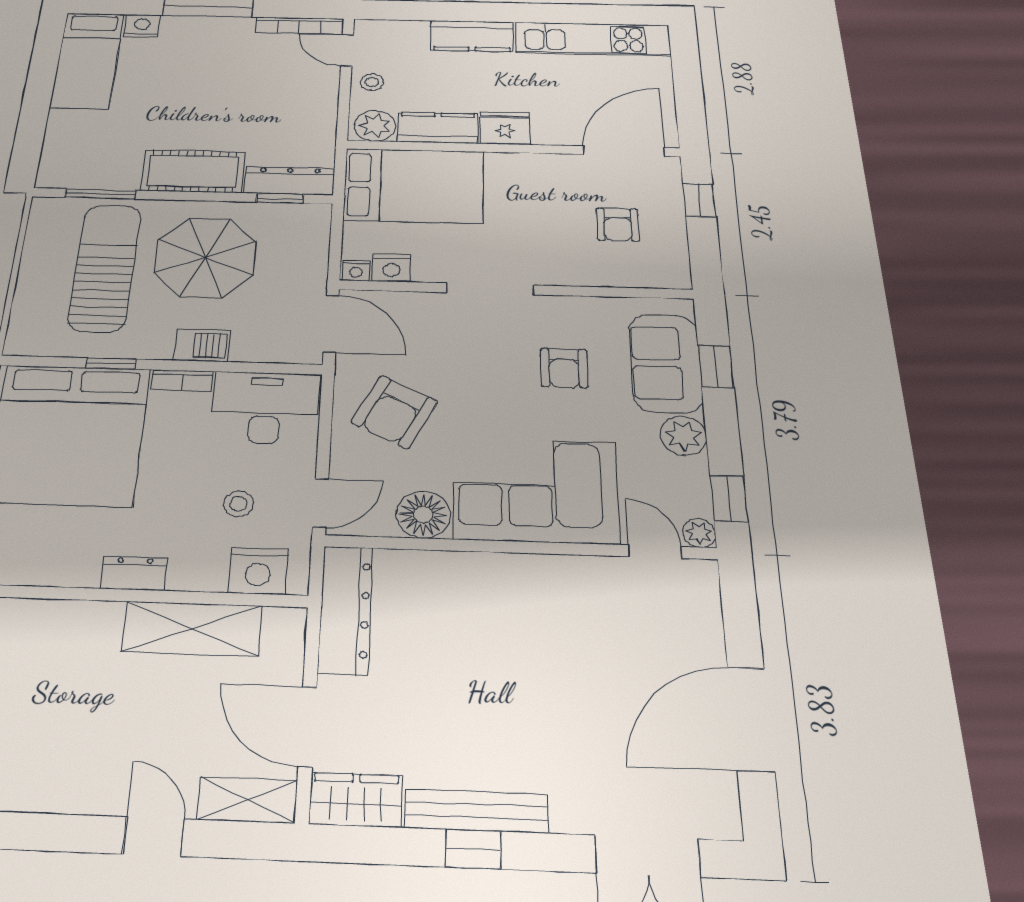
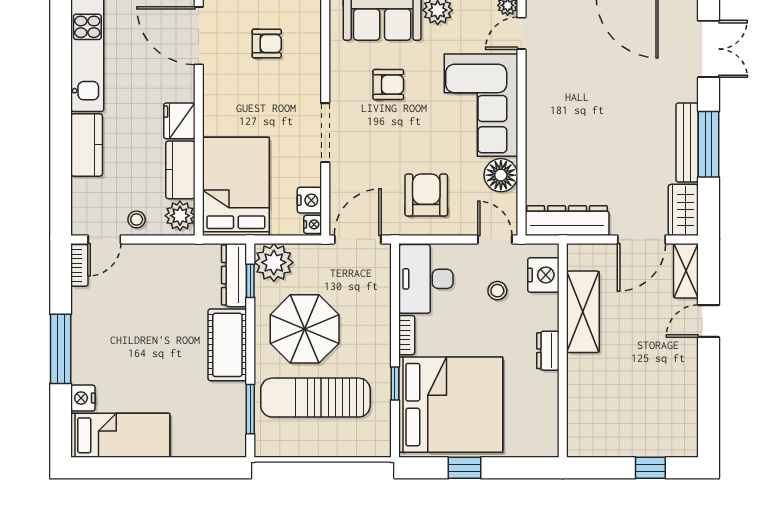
bookcase: (299, 26) -> (79, 265), width x0.64
plant: (304, 225) -> (274, 262), added
barbecue: (202, 345) -> (378, 325), removed
armchair: (394, 412) -> (426, 195), turned -117
window: (473, 849) -> (709, 144), width x2.17

